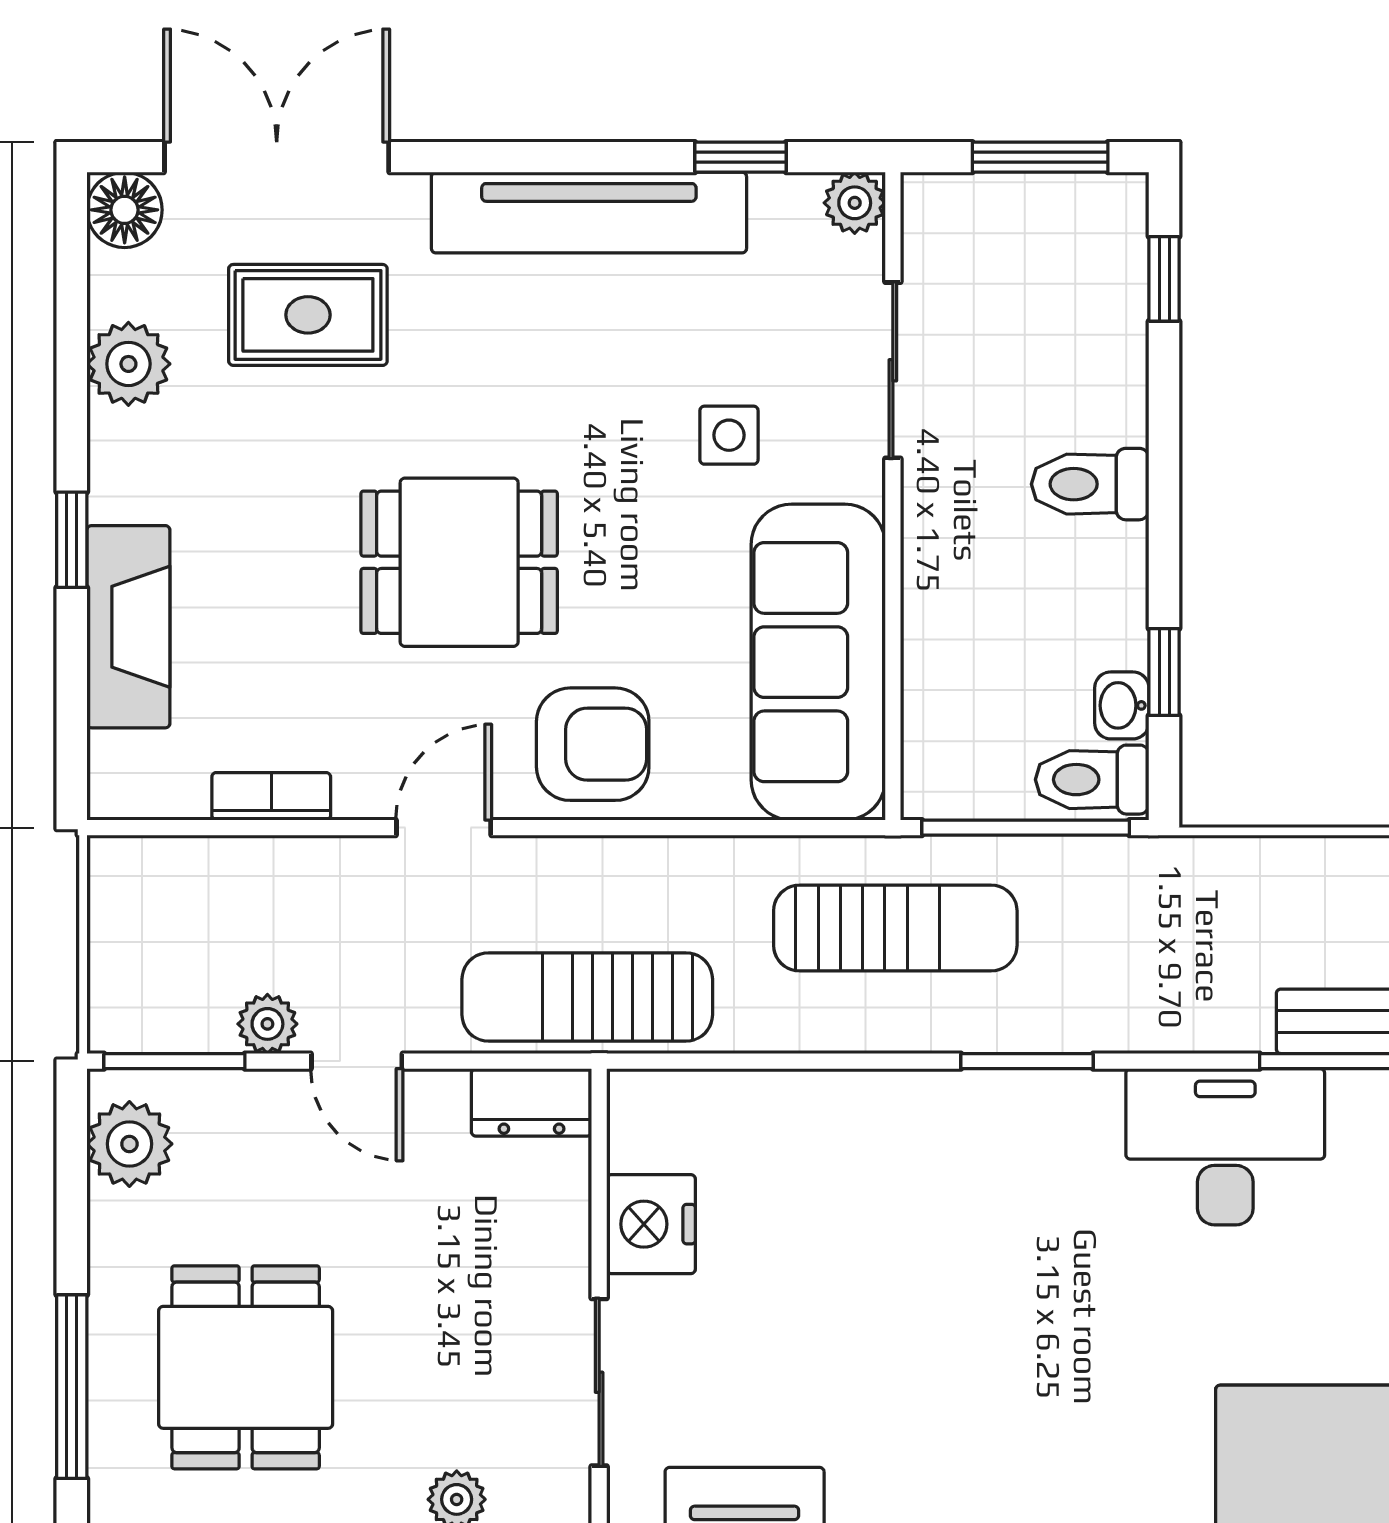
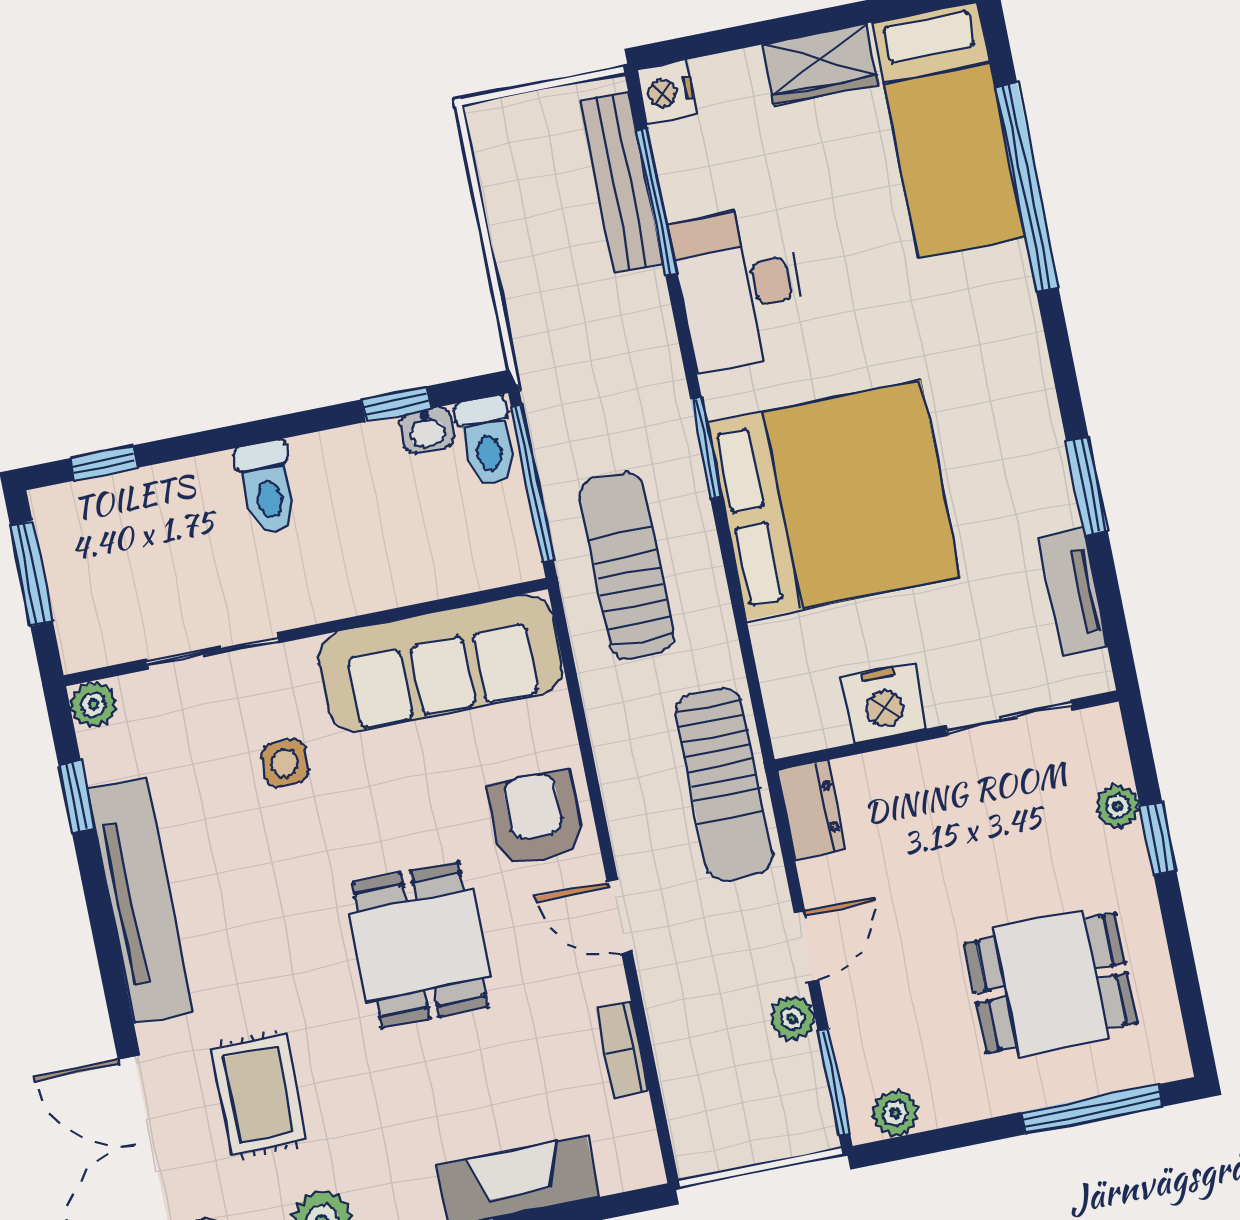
plant: (129, 1144) -> (895, 1113), width x0.73, depth x0.73
bed: (926, 1212) -> (834, 500), added

